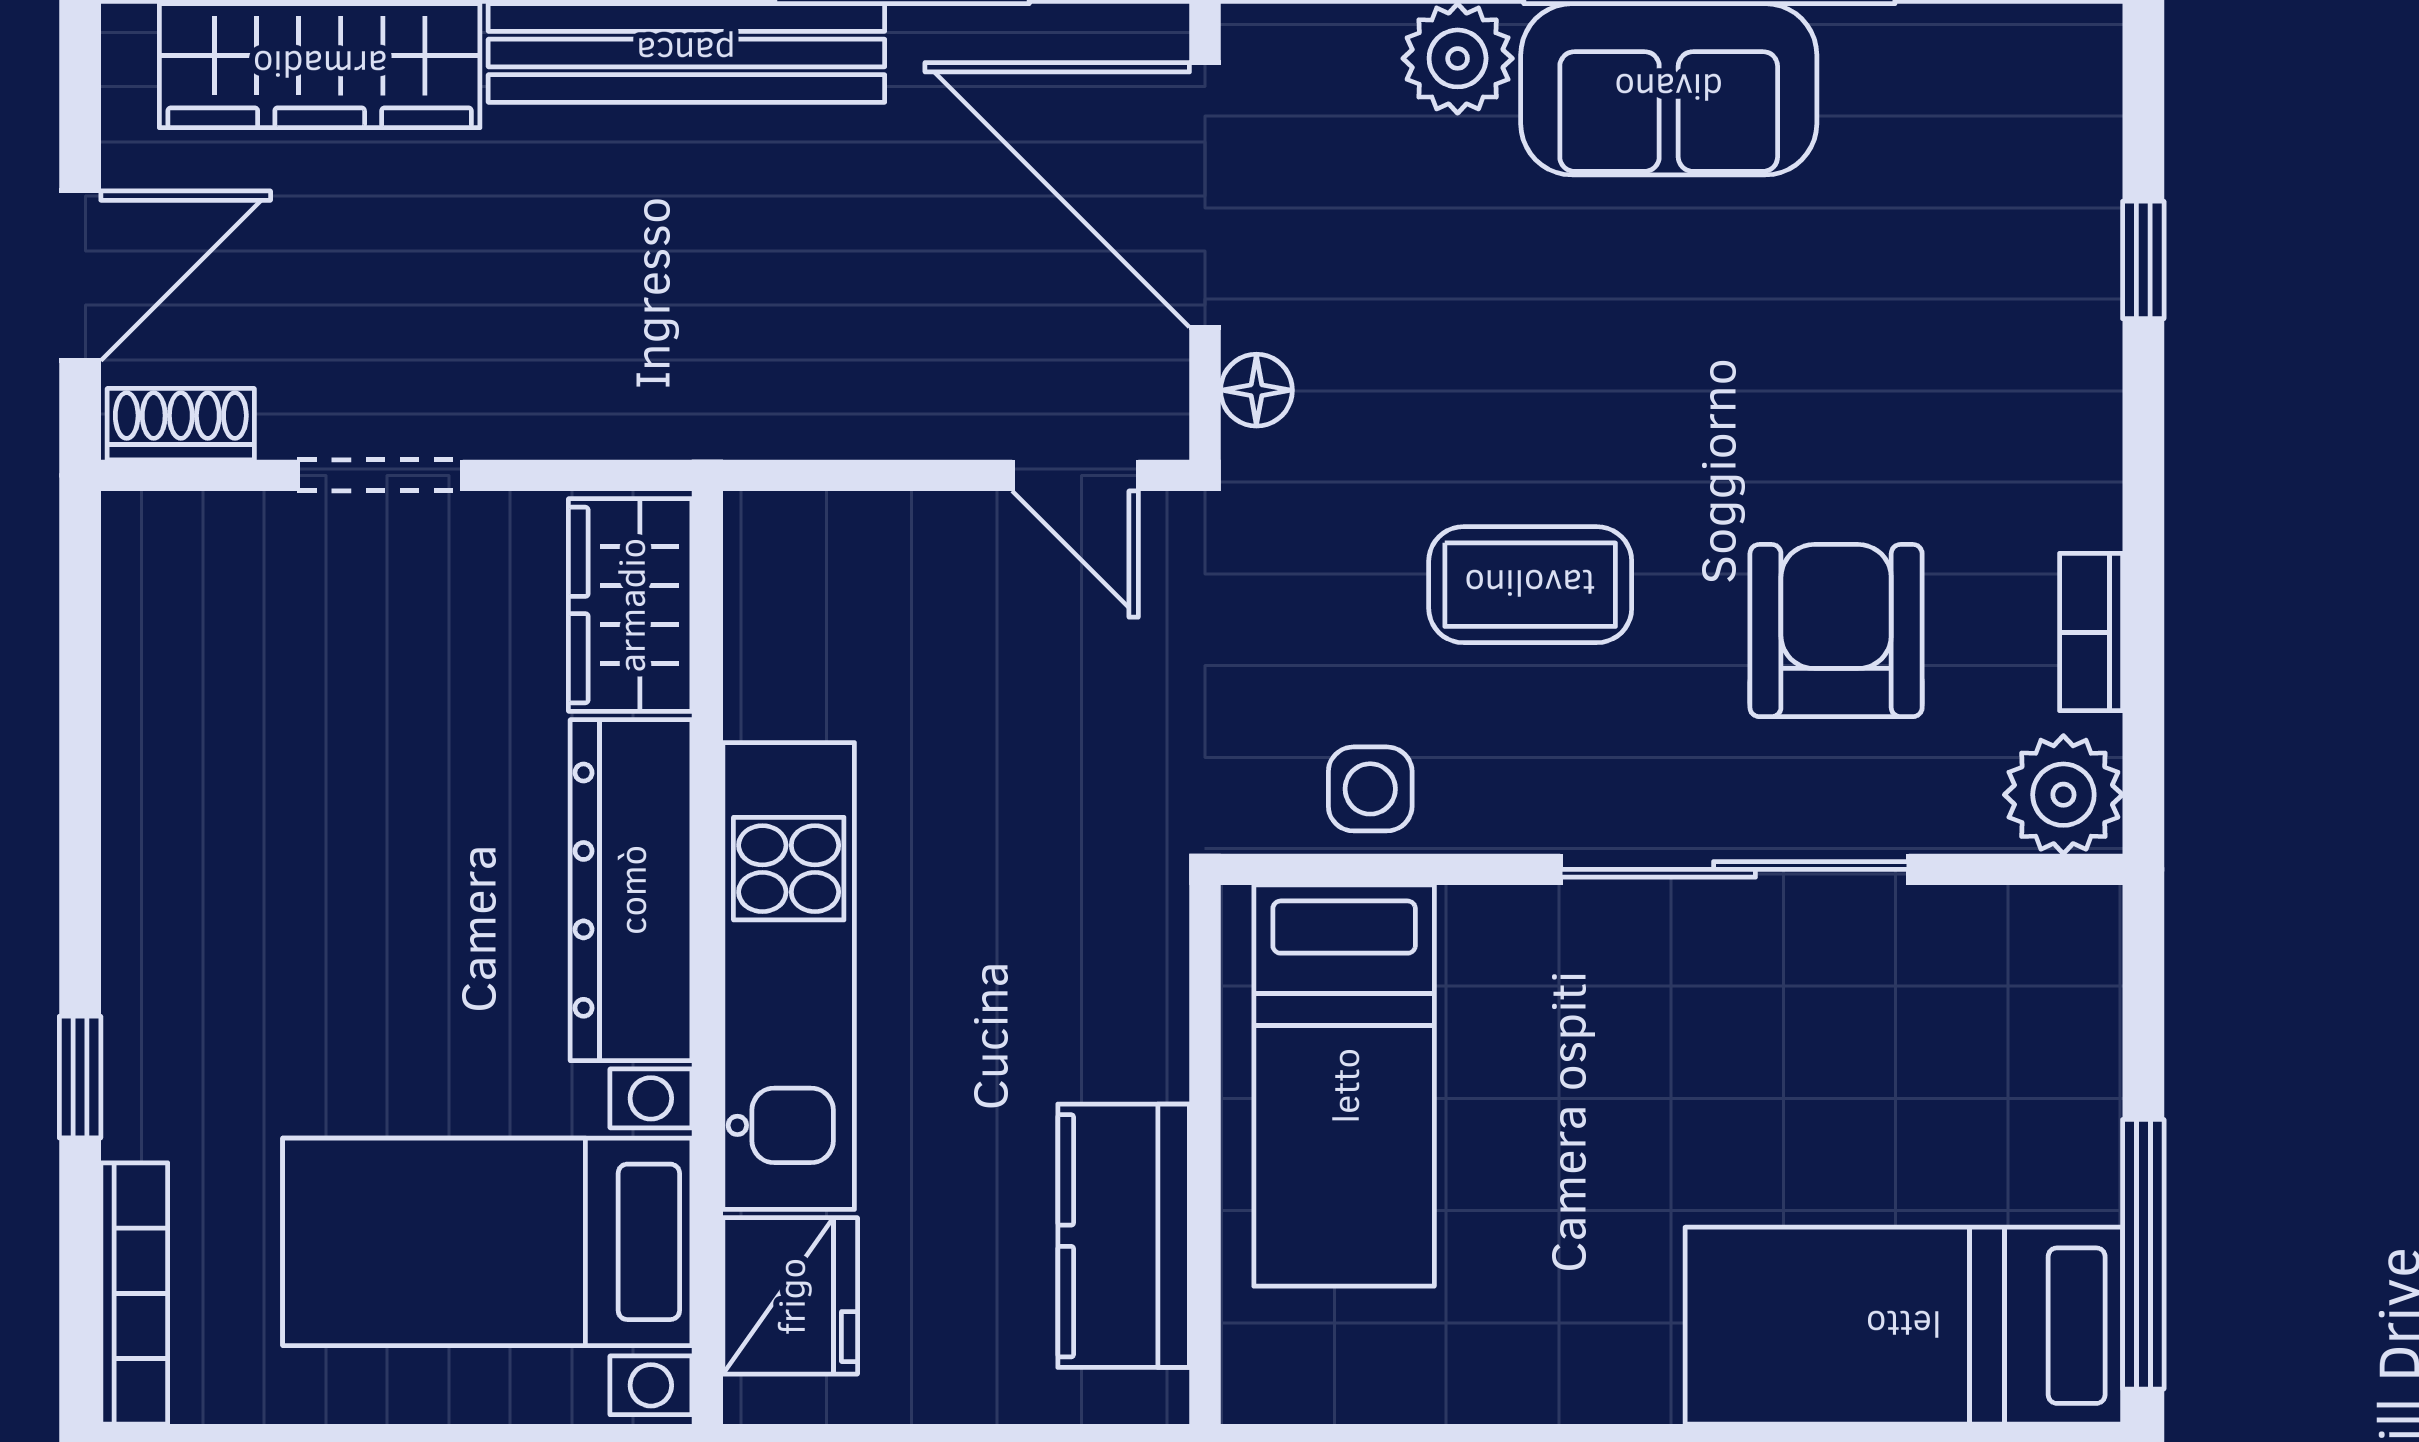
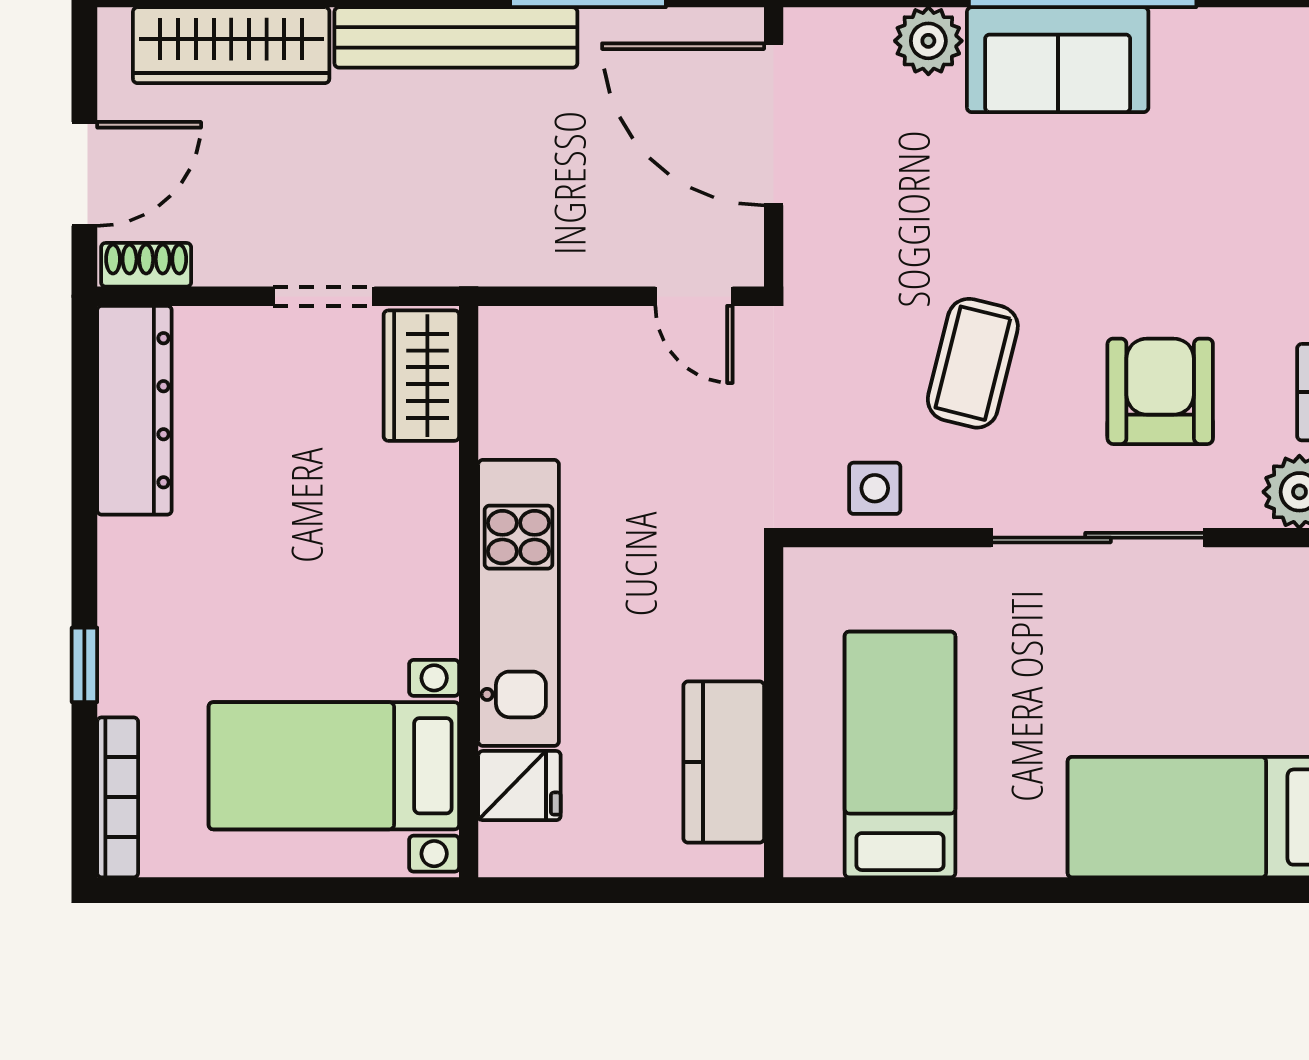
floor lamp: (1256, 390) -> (805, 244), removed
doorway: (380, 475) -> (324, 296), moved
coffee table: (1530, 585) -> (973, 363), turned -76
dresser: (631, 890) -> (134, 410), moved, turned 180
bed: (1344, 1086) -> (900, 755), moved, turned 180
fridge: (790, 1296) -> (519, 786), width x0.72

